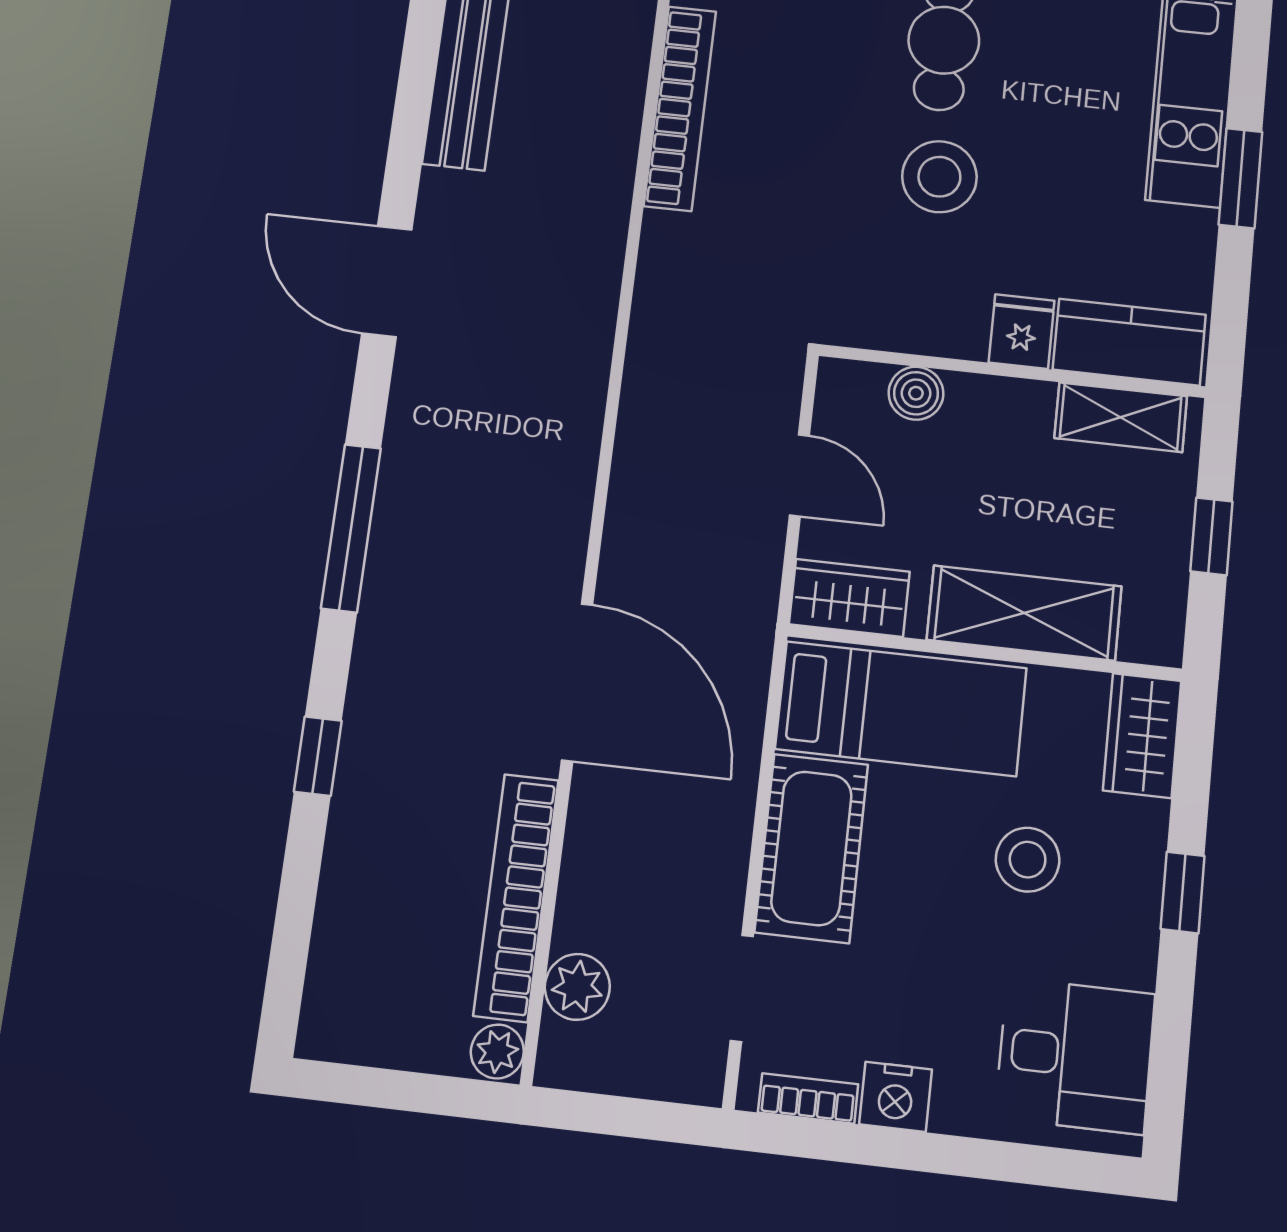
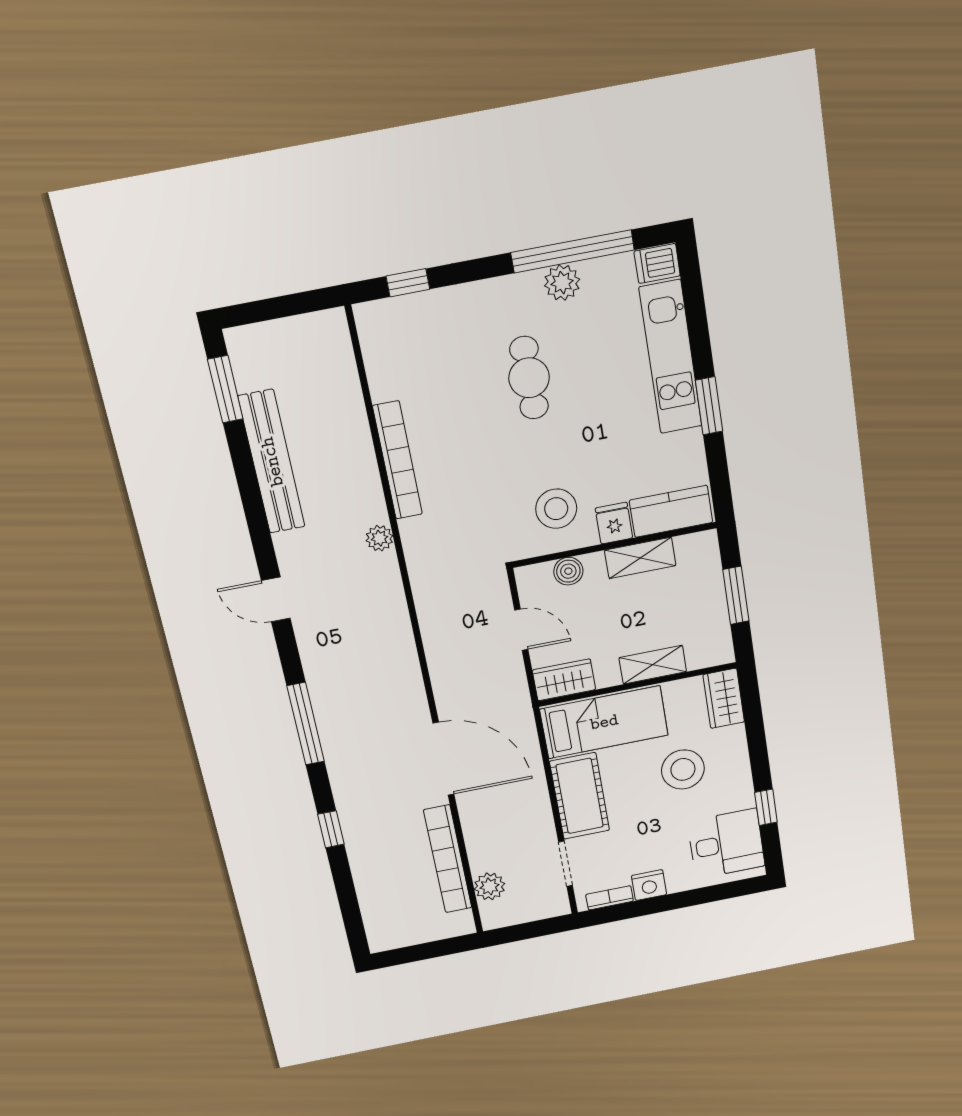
stool: (939, 177) -> (556, 509), moved
door: (387, 281) -> (276, 599), width x0.73
shelving: (1121, 417) -> (640, 558), moved
window: (1211, 536) -> (736, 595), width x1.50
shelving: (1024, 613) -> (653, 665), width x0.67, depth x0.75
stool: (1028, 860) -> (683, 769), width x1.38, depth x1.38
window: (1183, 892) -> (766, 807), moved
plant: (497, 1052) -> (379, 538), moved

